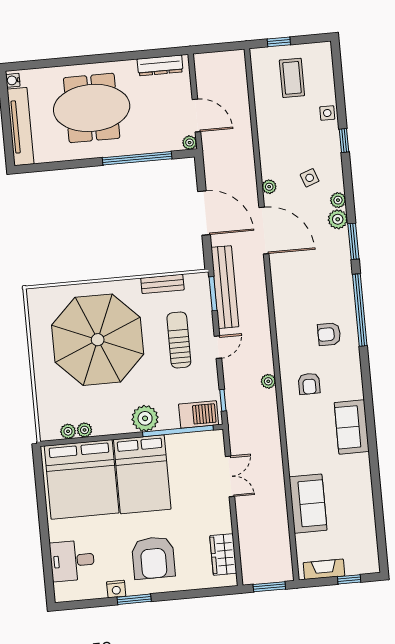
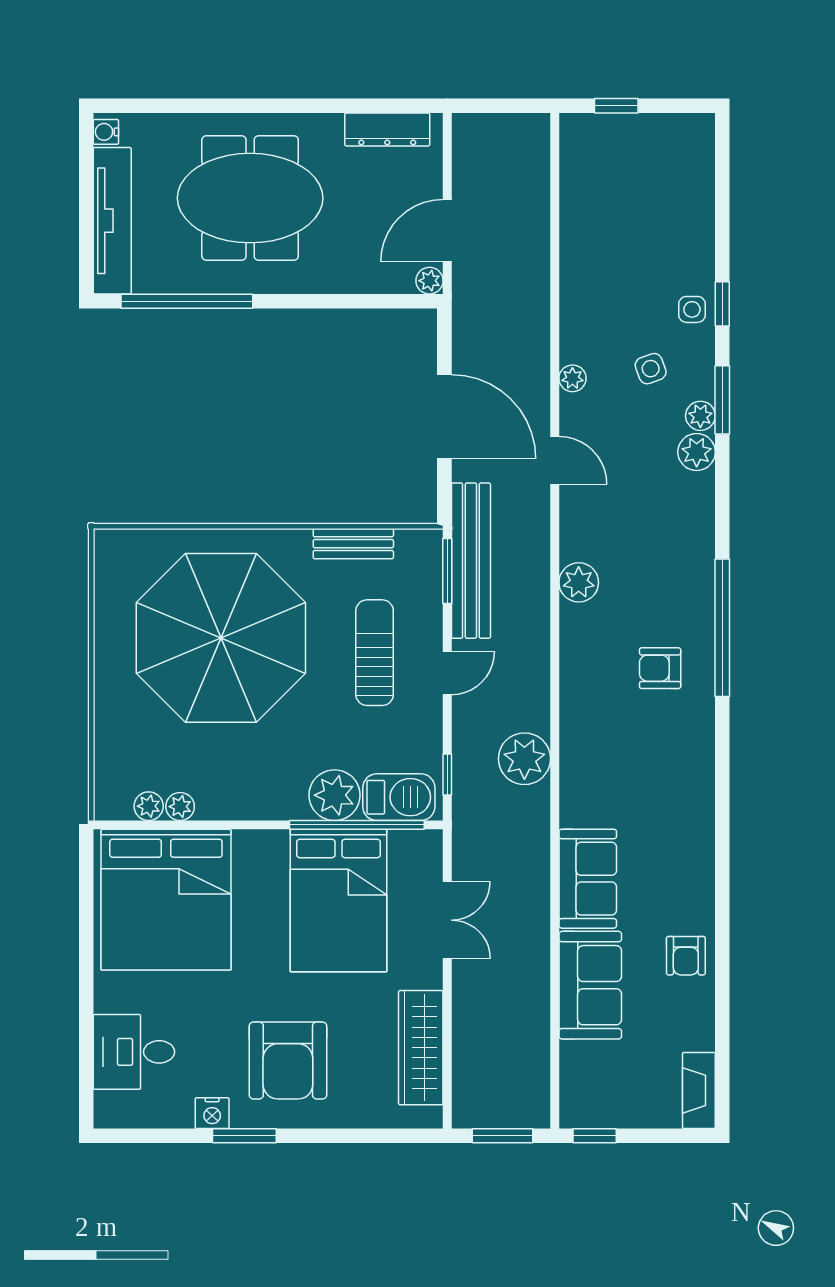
coffee table: (292, 78) -> (635, 176), removed
side table: (327, 113) -> (692, 309), moved
door: (196, 115) -> (447, 231), swing flipped
window: (137, 158) -> (187, 301), moved
door: (264, 230) -> (555, 460), width x0.53
window: (353, 241) -> (722, 400), moved
plant: (282, 293) -> (579, 582), added
plant: (268, 381) -> (524, 759), width x1.87, depth x1.87
armchair: (309, 384) -> (686, 956), moved
plant: (145, 418) -> (335, 795), moved
sofa: (352, 427) -> (588, 879), moved, turned 180
bed: (142, 474) -> (338, 901), moved
wardrobe: (223, 554) -> (421, 1048), width x1.50
fireplace: (324, 569) -> (699, 1090), moved, turned -90
window: (349, 579) -> (595, 1136), moved

